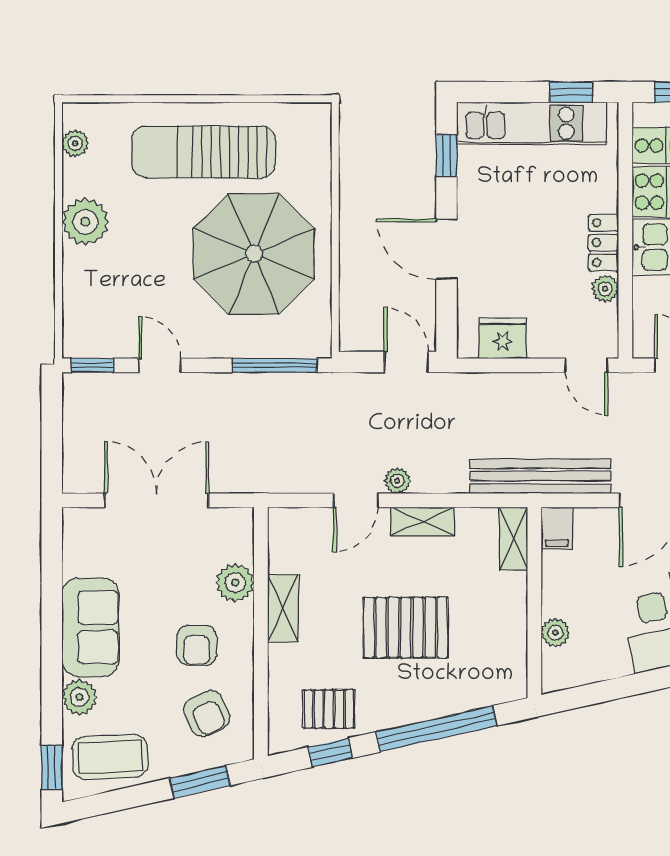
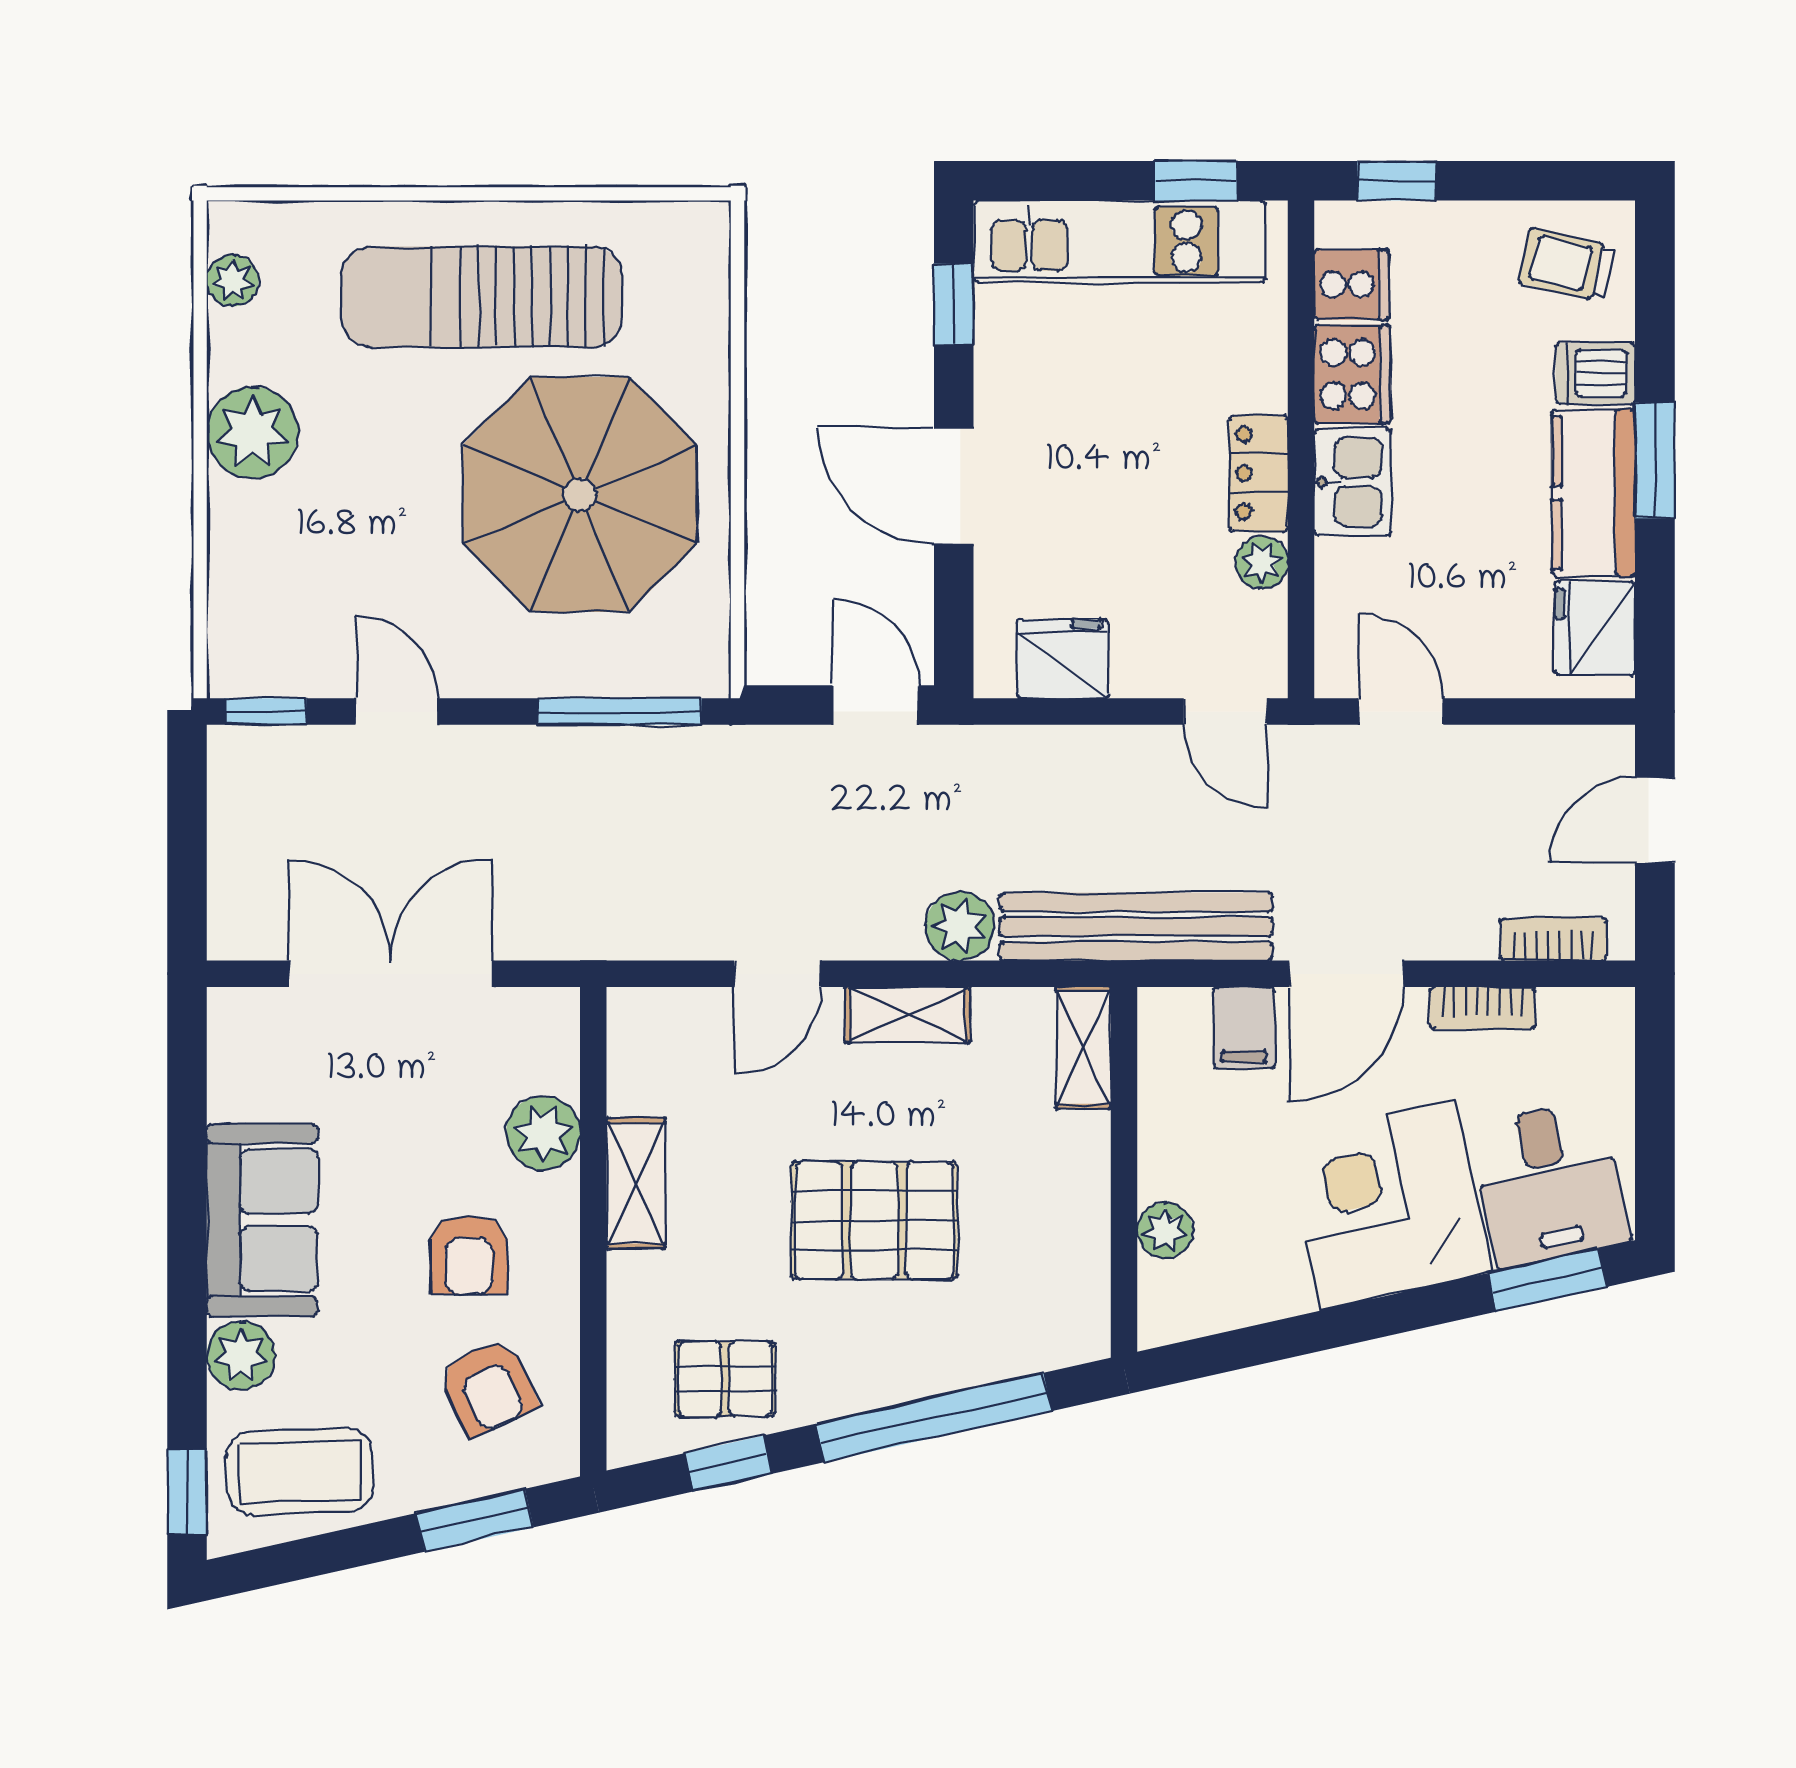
plant: (397, 481) -> (960, 926), moved, width x1.38, depth x1.38
filing cabinet: (557, 528) -> (1244, 1028), moved

